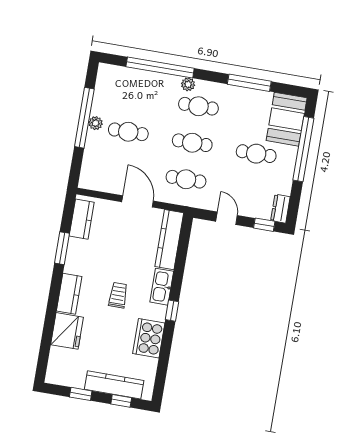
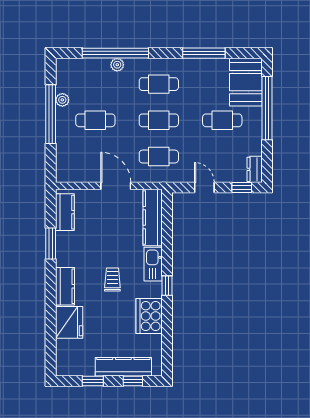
plant: (188, 84) -> (117, 65), moved
plant: (96, 123) -> (62, 100), moved

